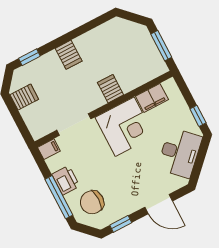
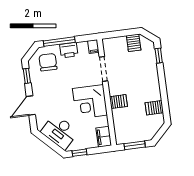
server rack: (69, 55) -> (154, 108), moved
filing cabinet: (152, 98) -> (104, 137), moved

